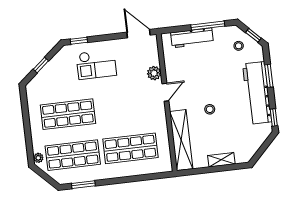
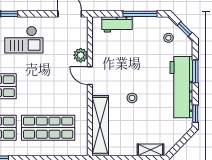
workbench: (192, 38) -> (117, 24), width x0.73
door: (165, 92) -> (90, 76), swing flipped
shelving: (221, 160) -> (151, 150), moved

